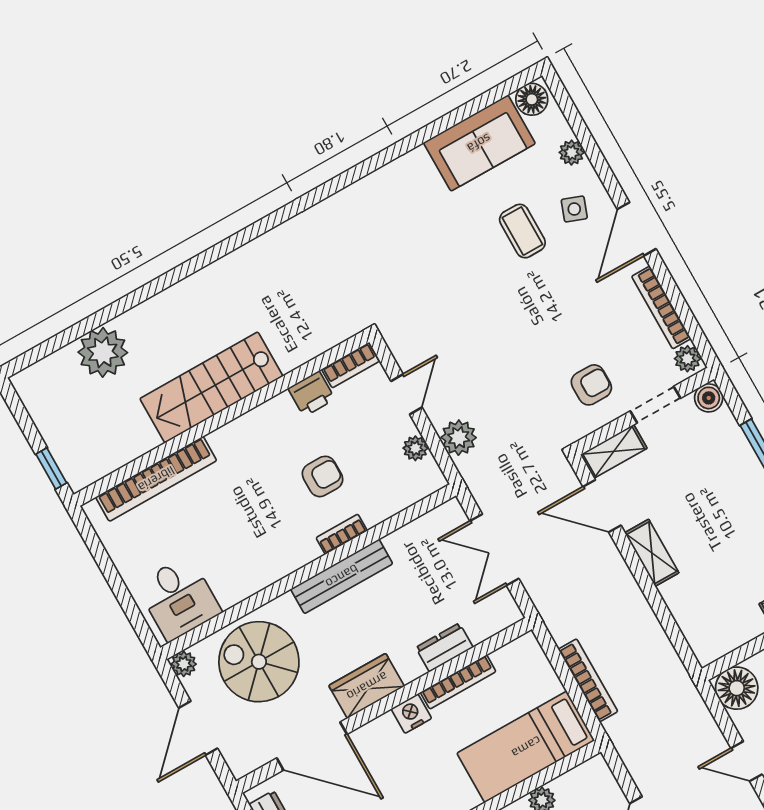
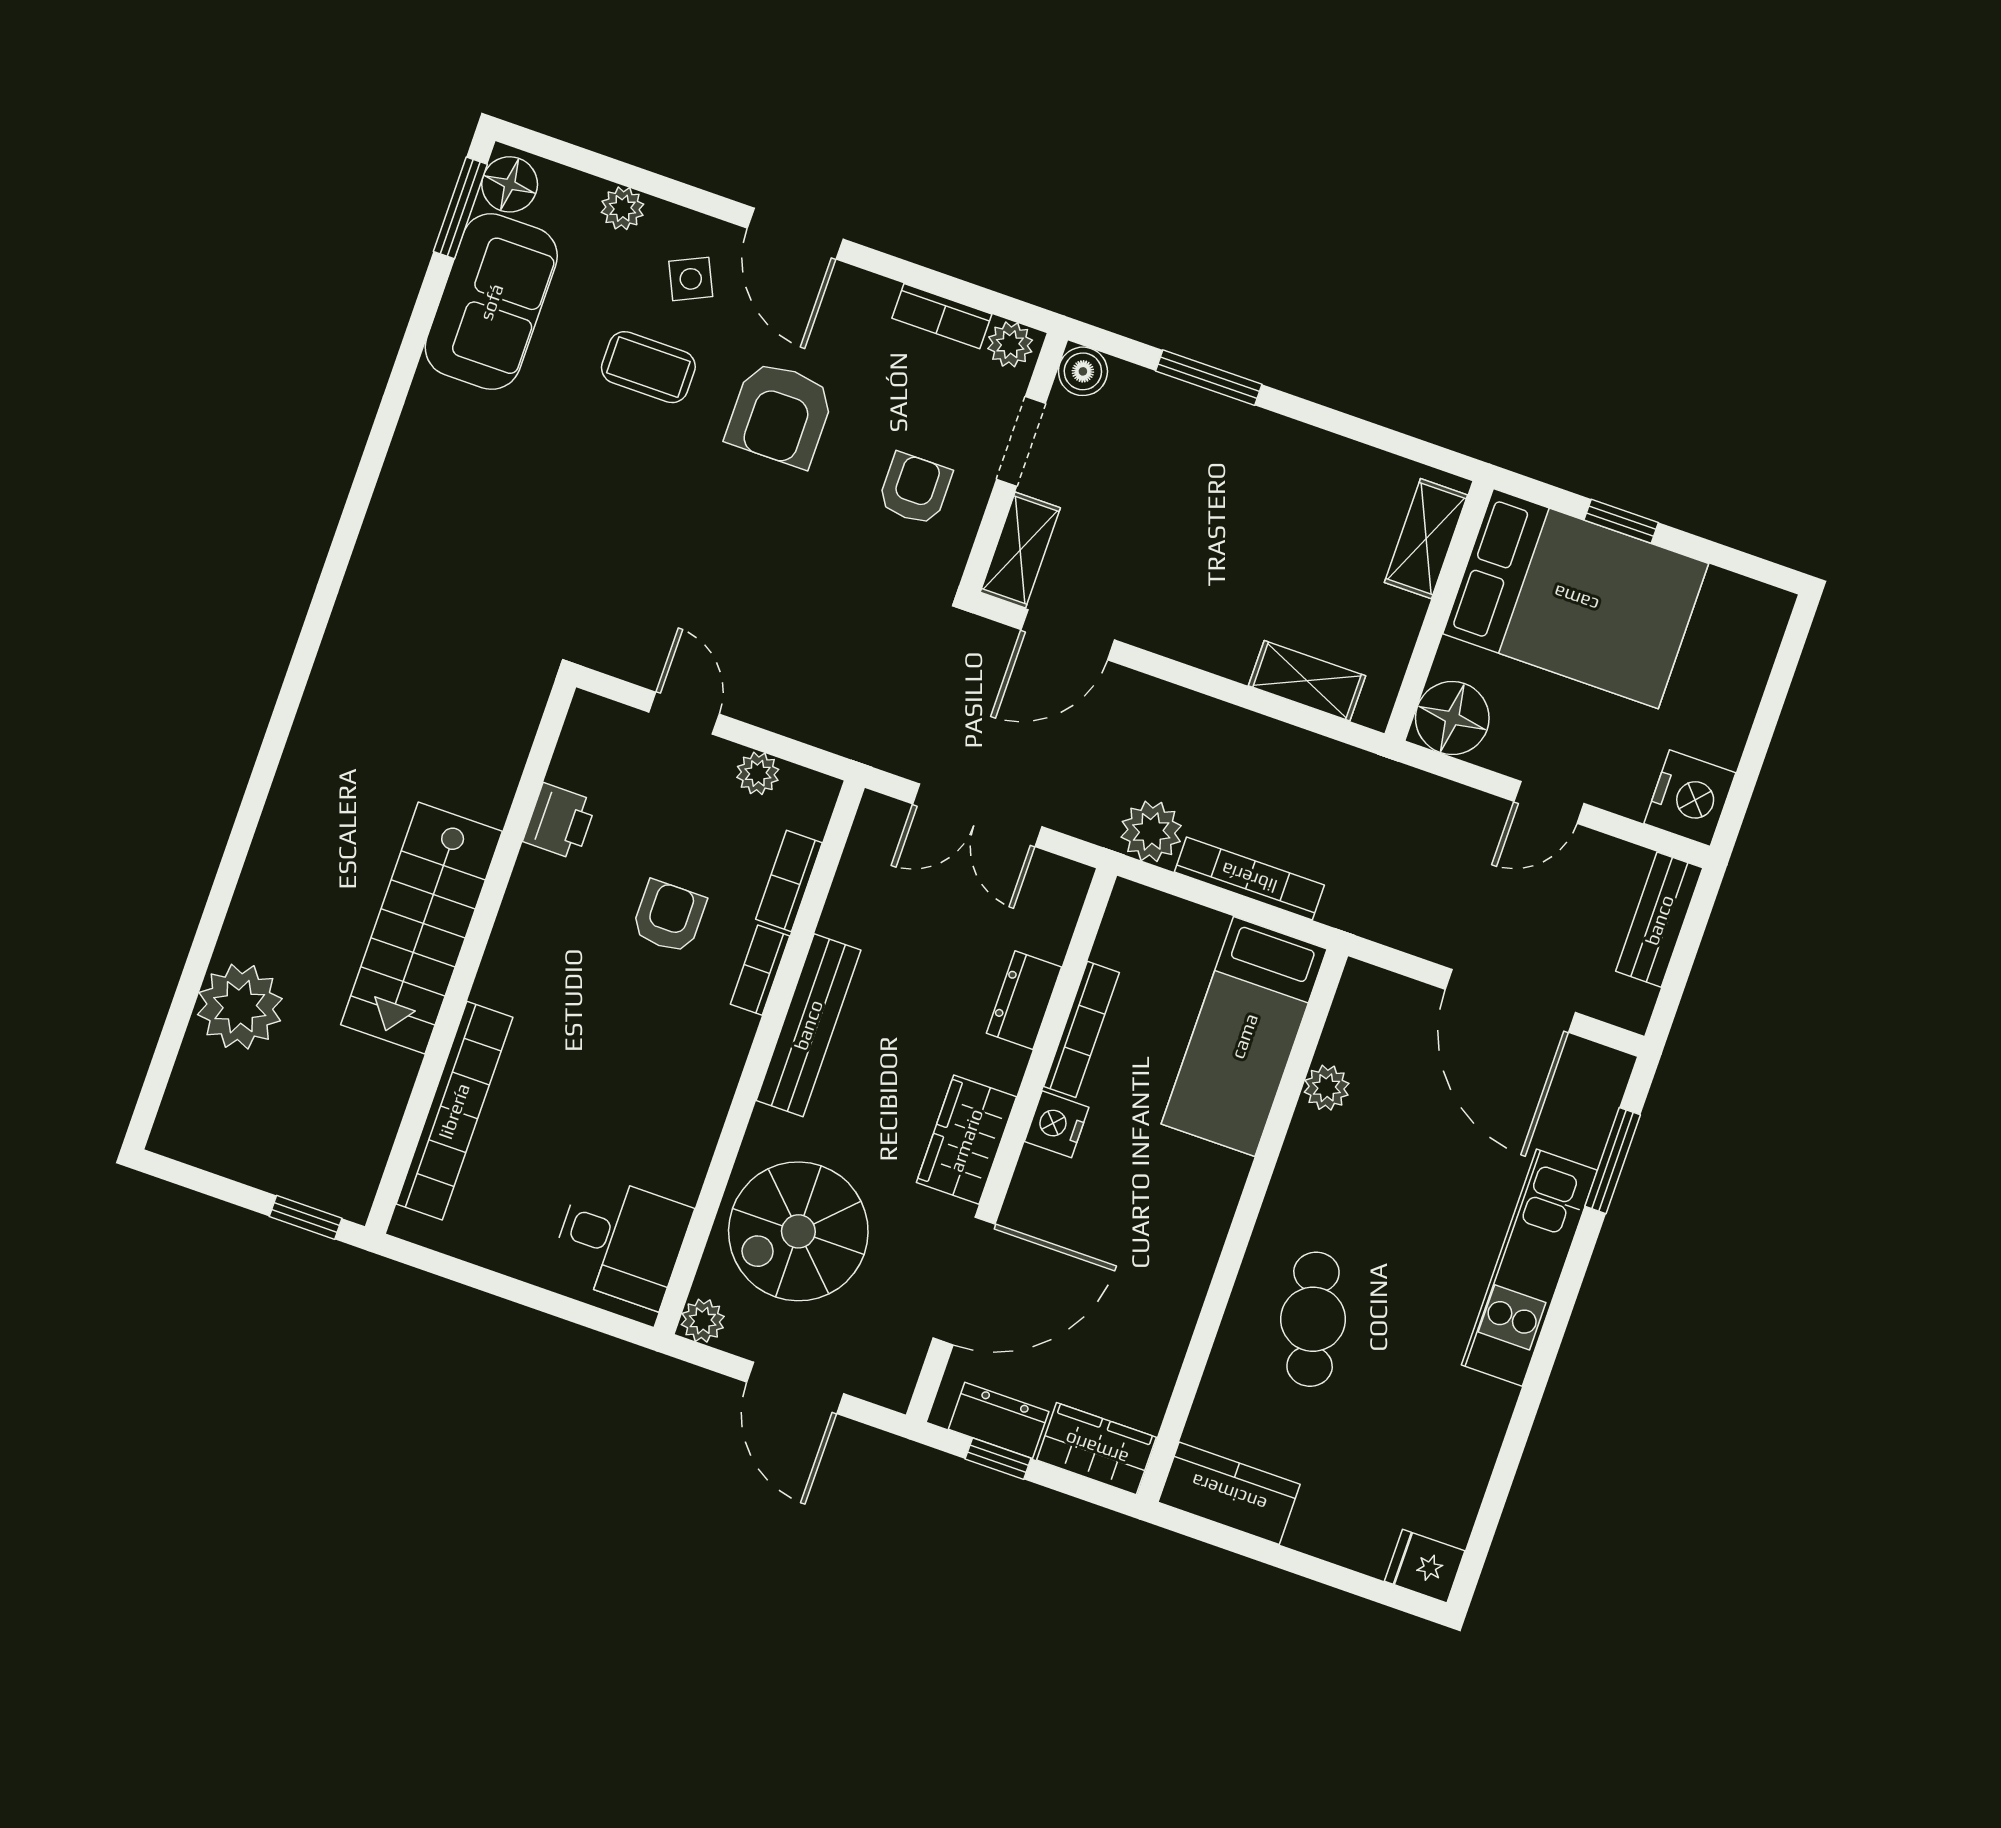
window: (502, 91) -> (460, 208), added
side table: (574, 209) -> (691, 279), turned 45
armchair: (562, 301) -> (780, 414), added
bookcase: (661, 307) -> (942, 316), width x0.64
bookcase: (350, 365) -> (789, 881), moved, turned 180
plant: (459, 438) -> (1151, 831), moved
shelving: (652, 553) -> (1307, 681), moved

